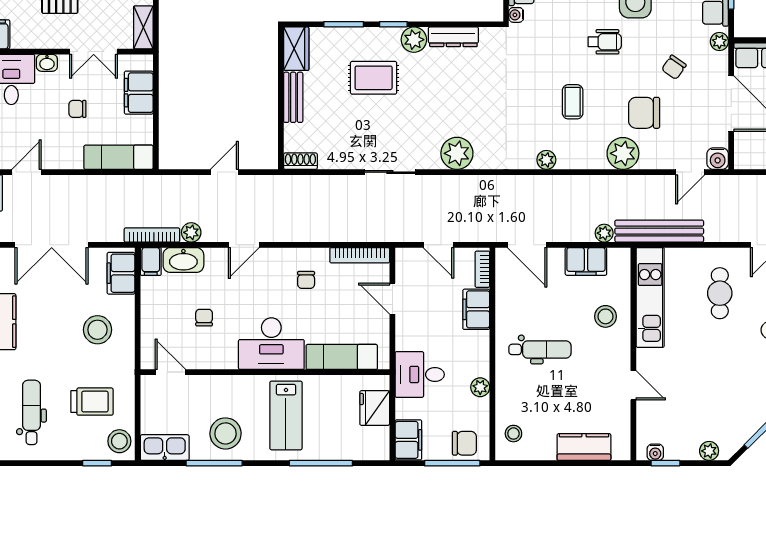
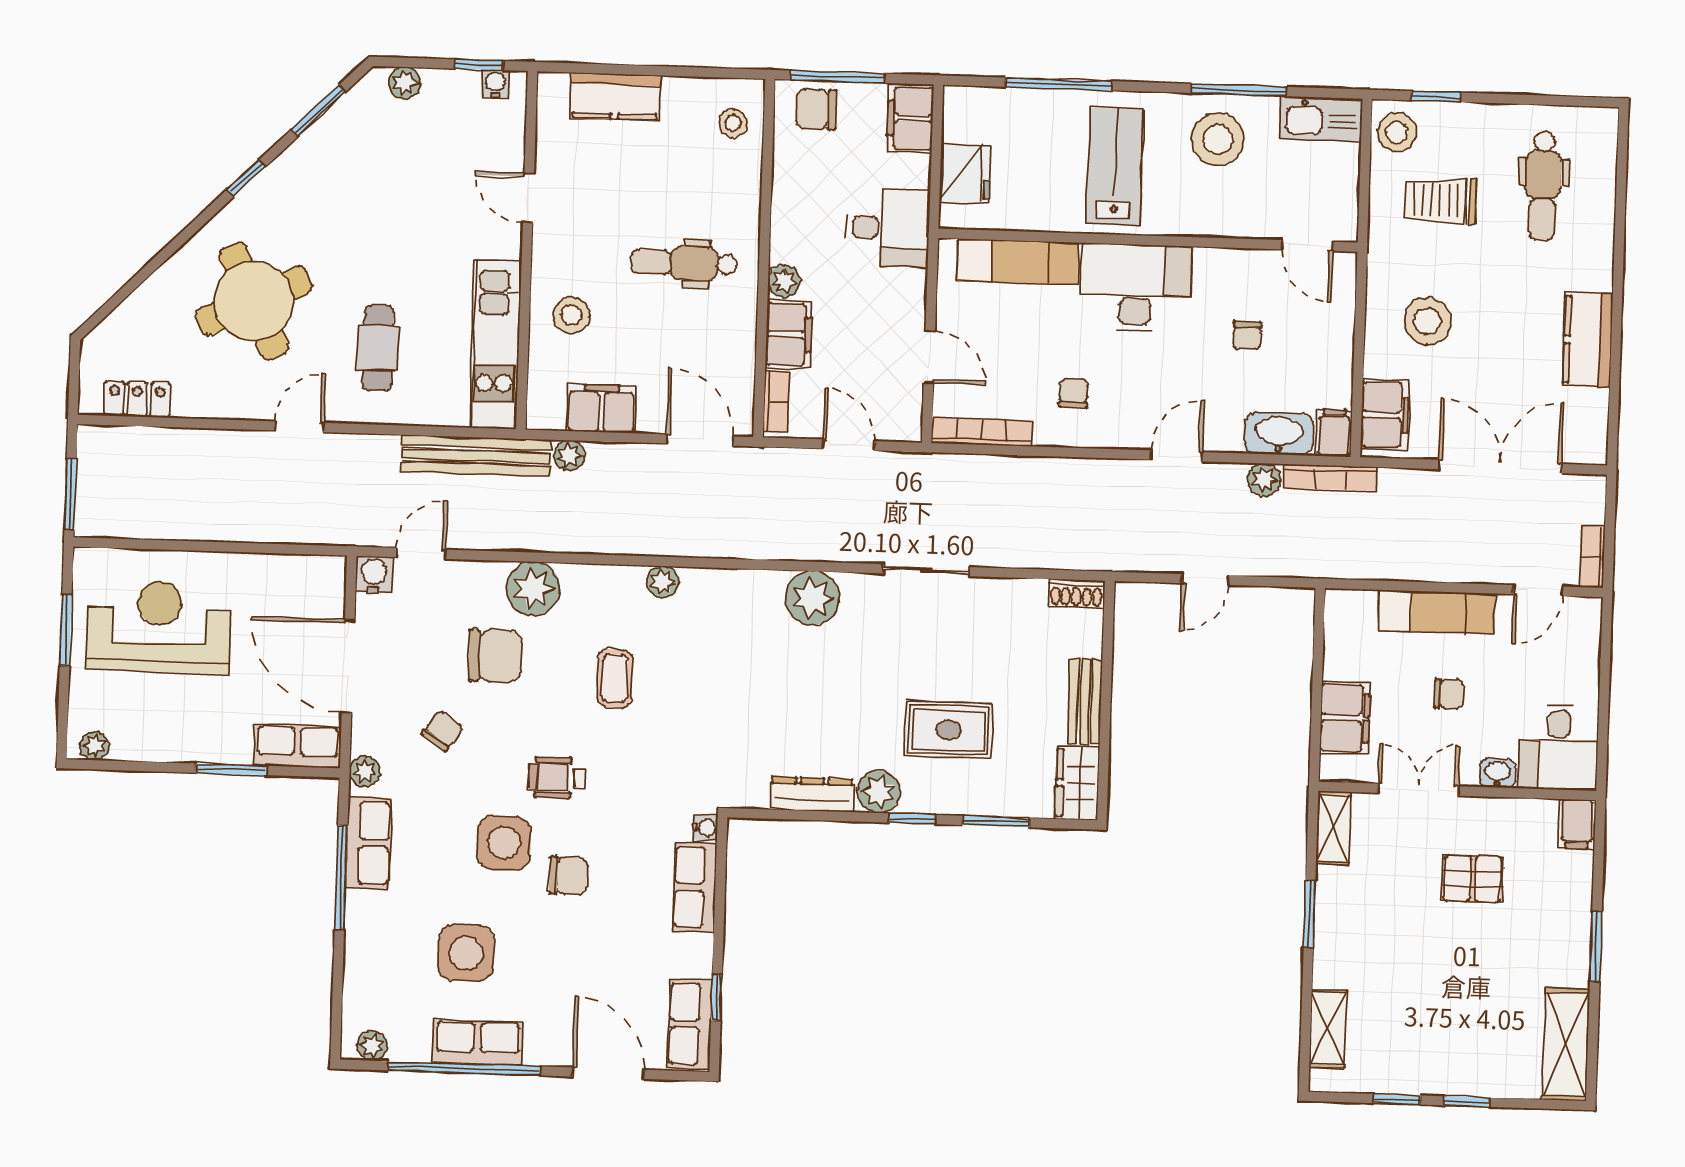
exam couch: (118, 157) -> (1437, 612), moved
plant: (480, 387) -> (784, 281), moved

